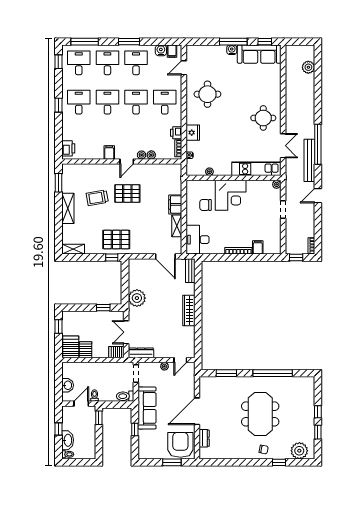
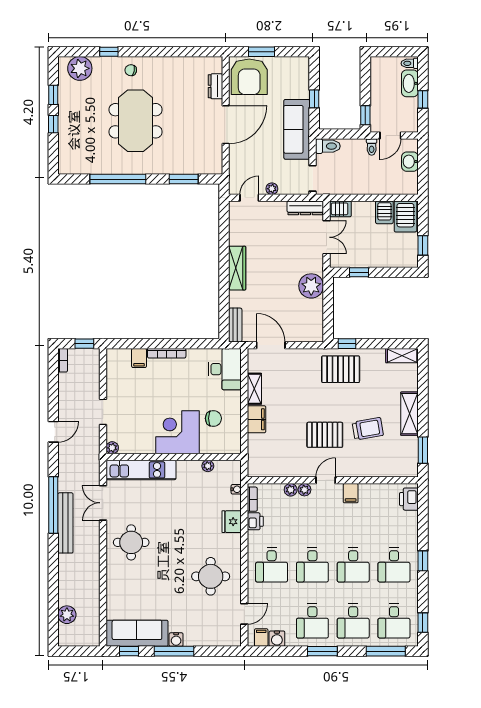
bench: (309, 160) -> (65, 523), moved

